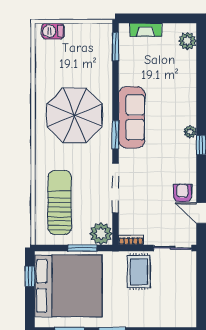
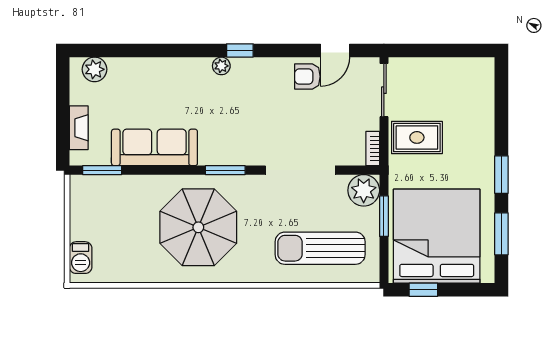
sofa: (132, 117) -> (154, 147), moved

